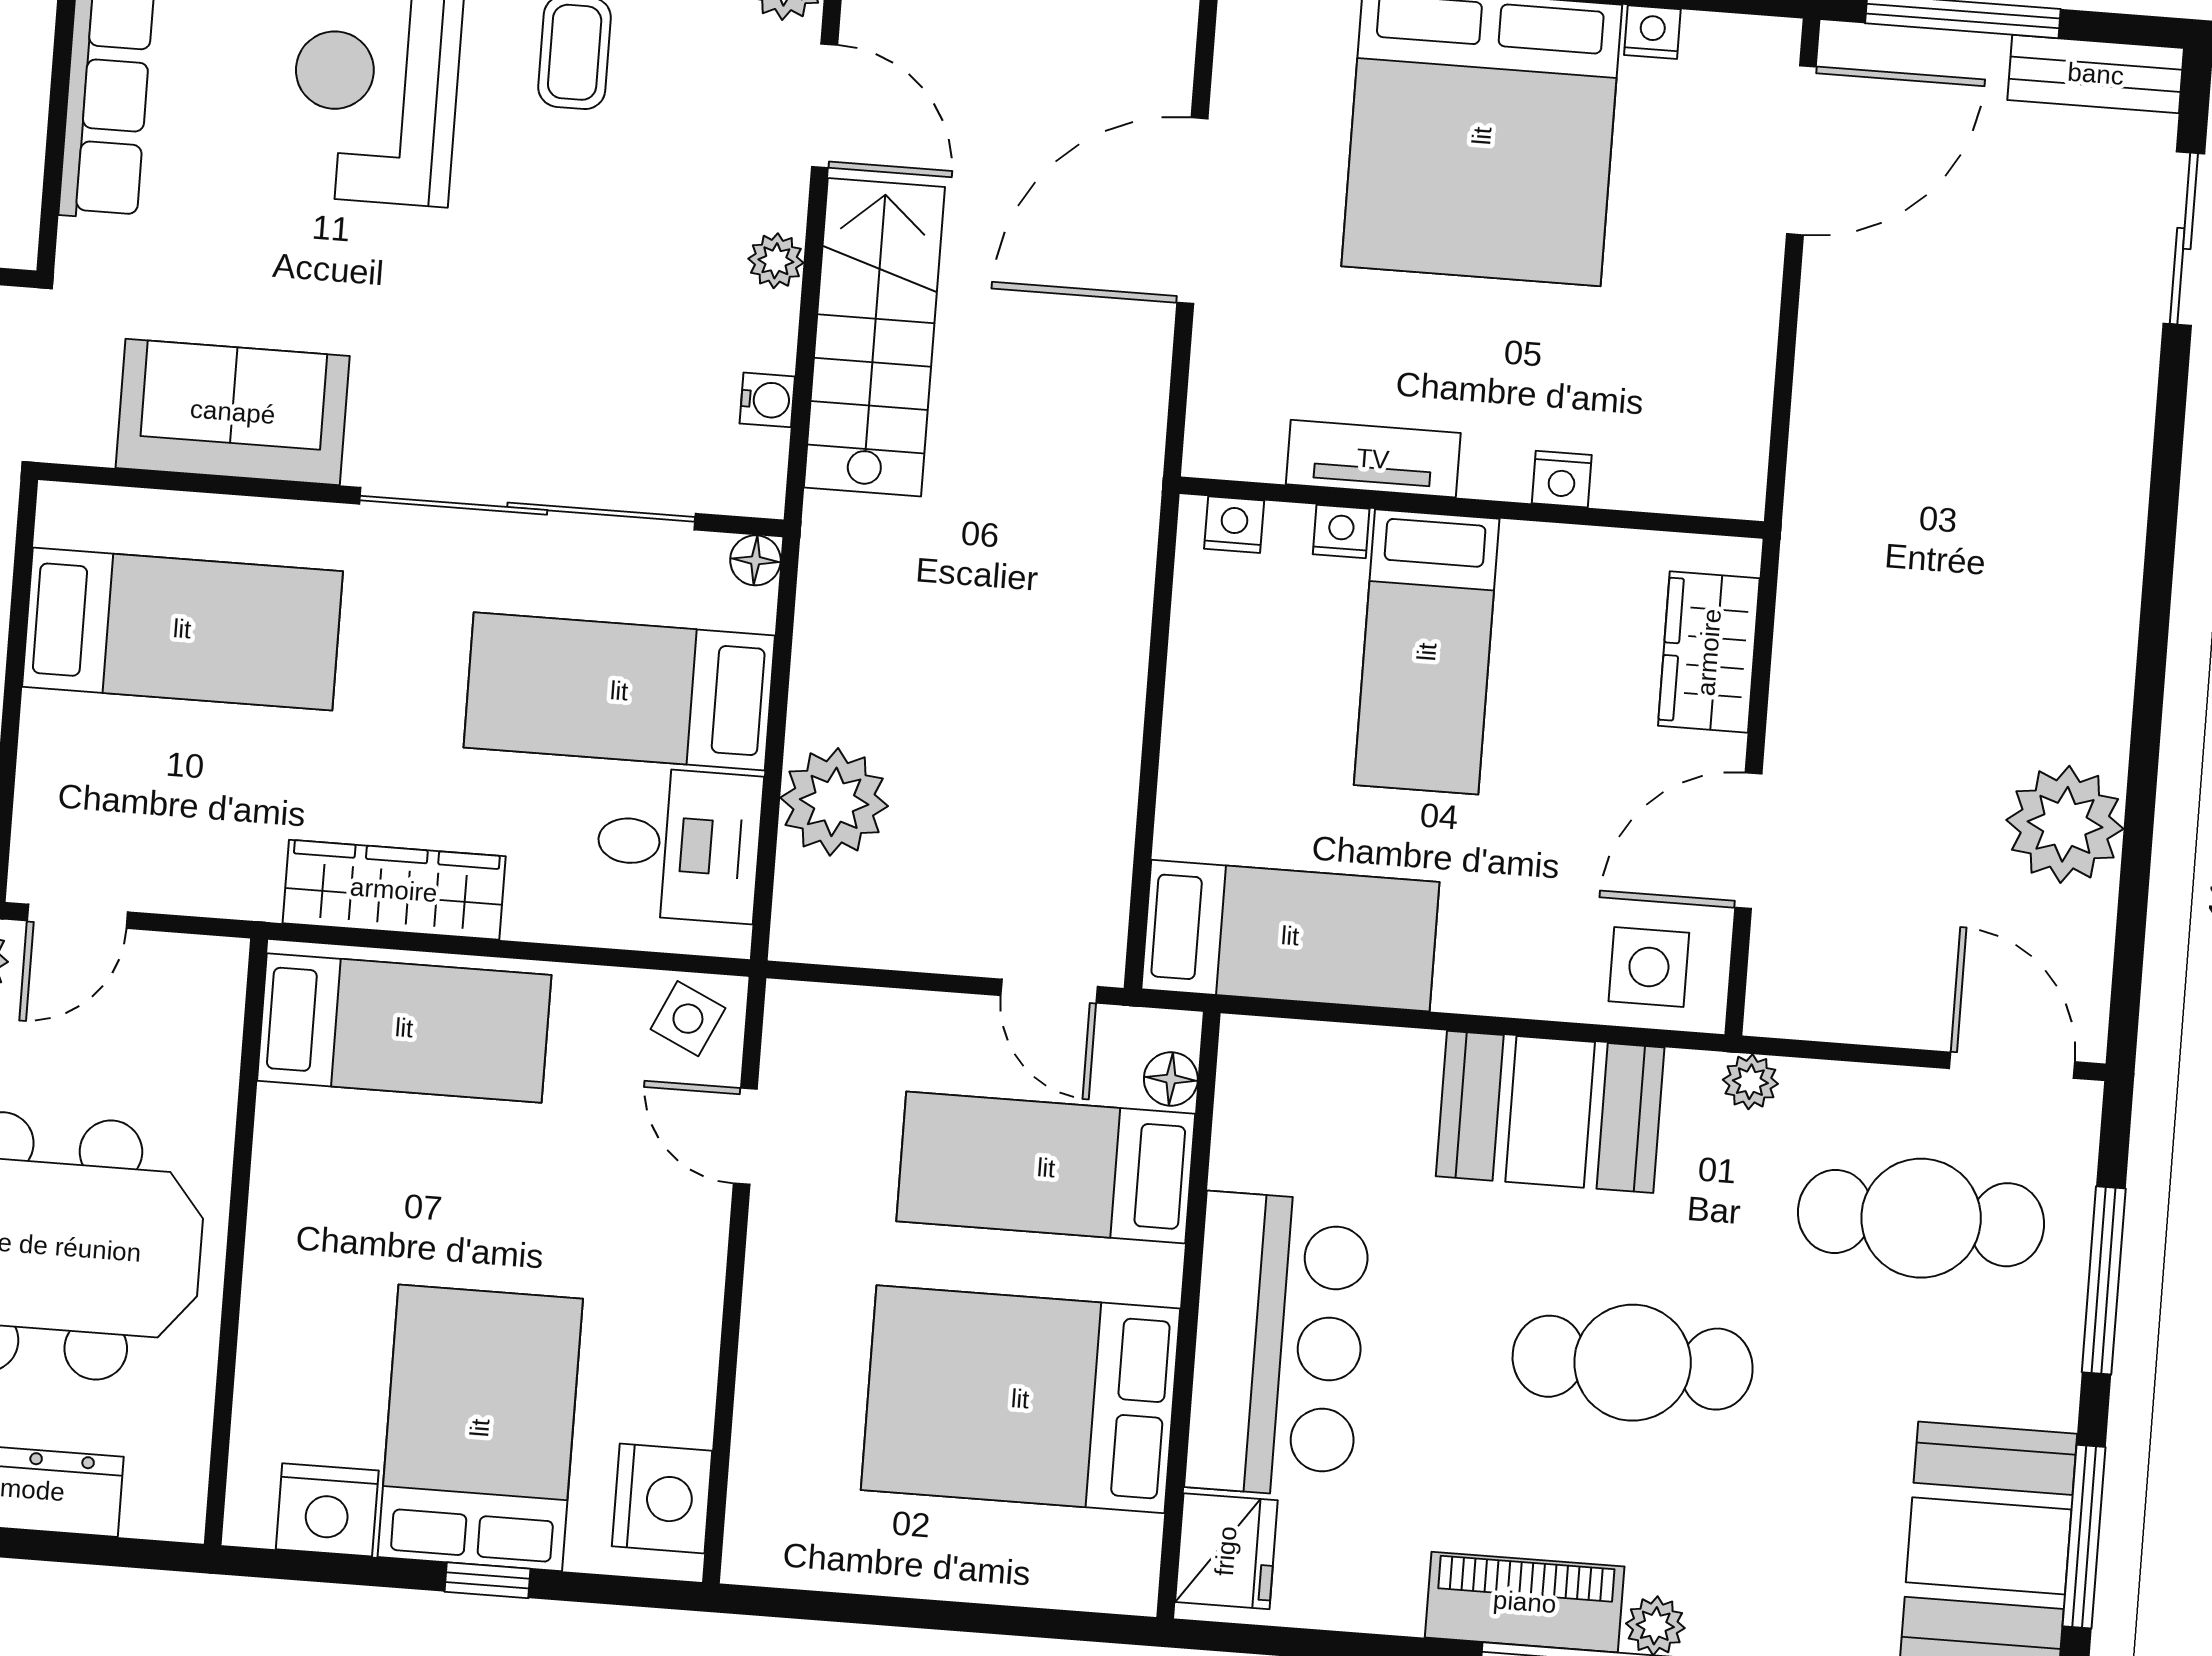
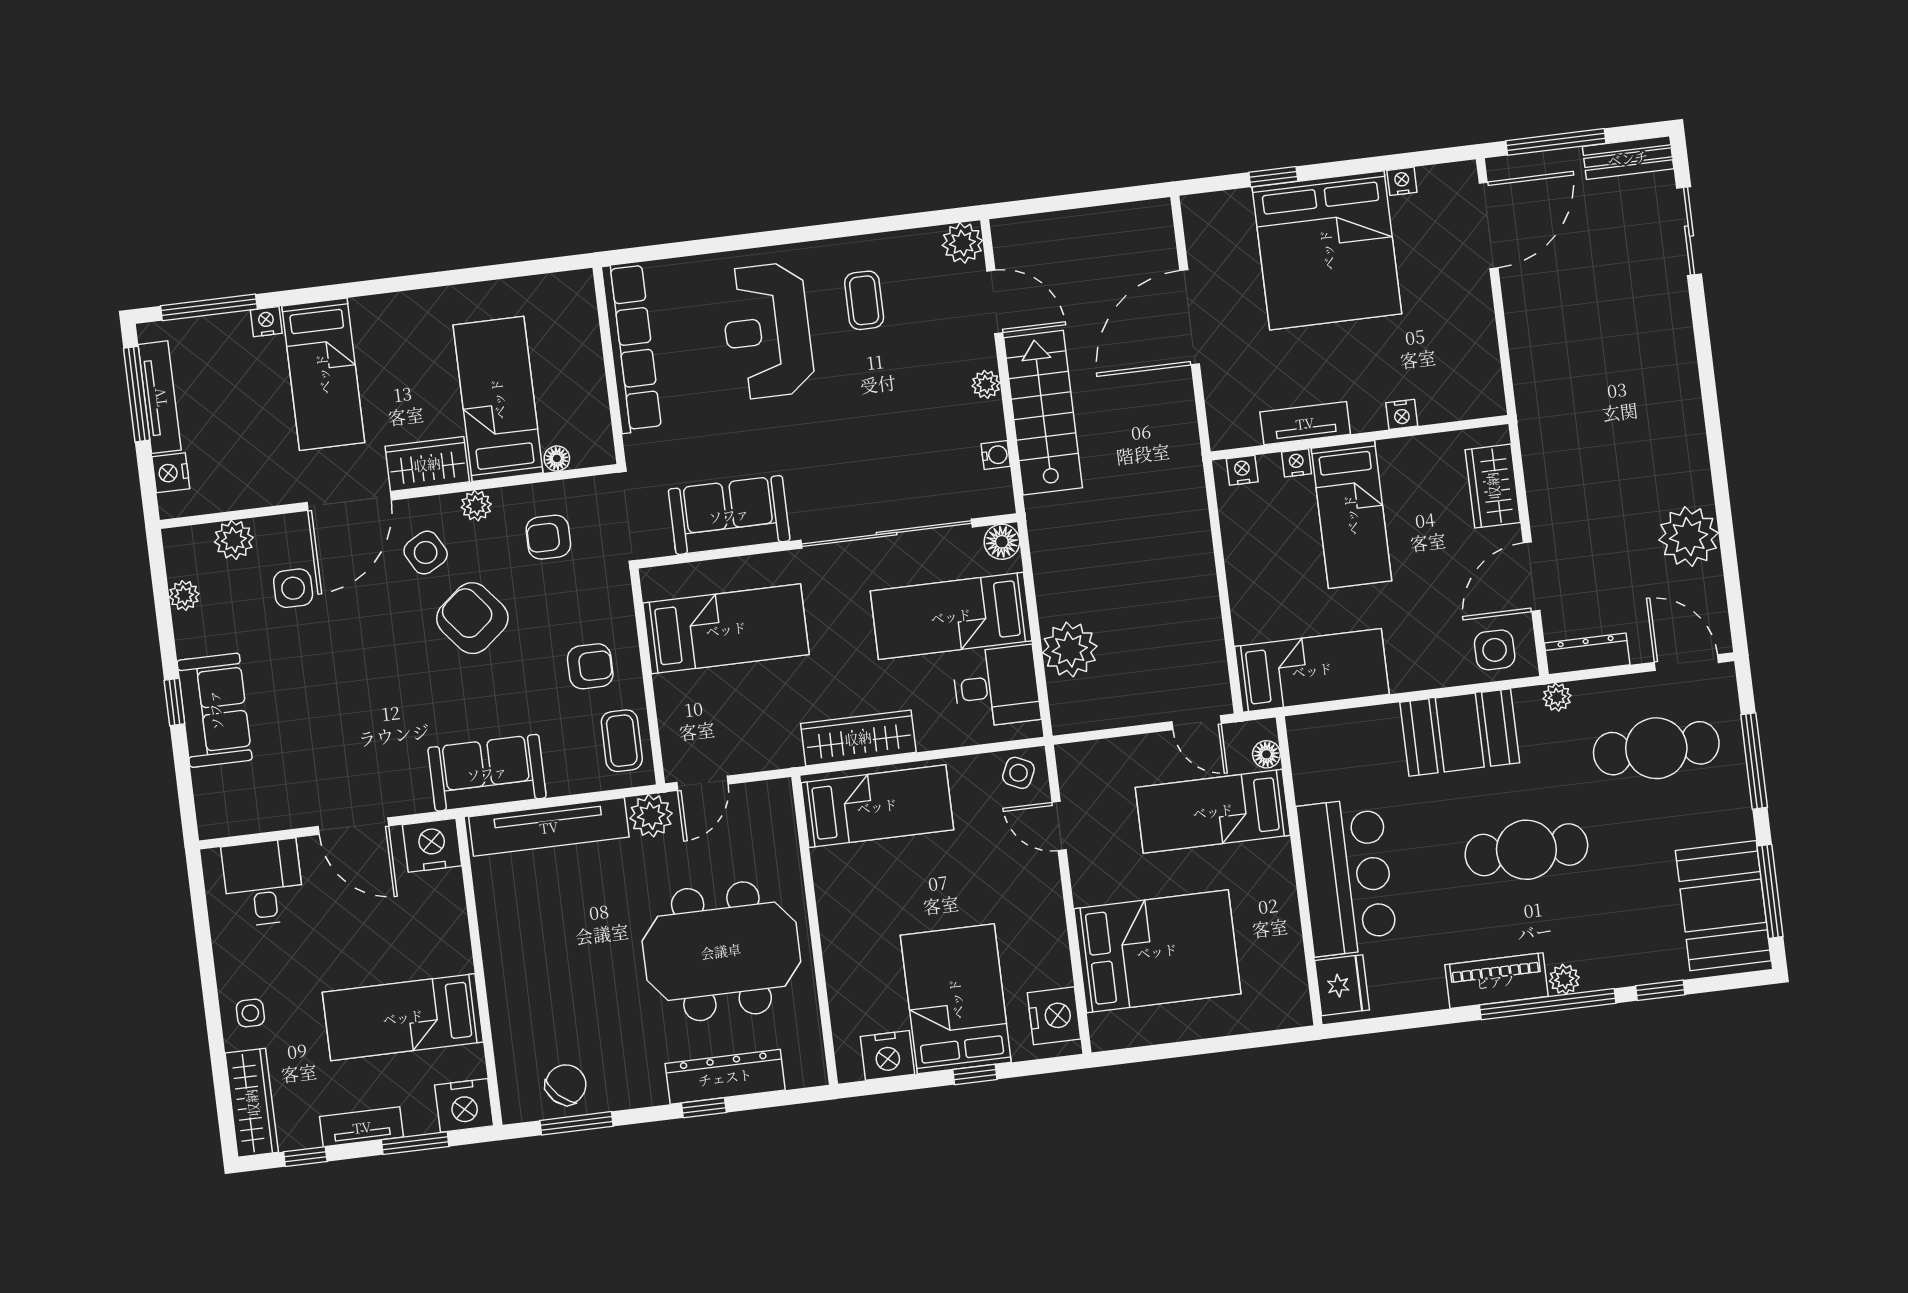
floor lamp: (755, 560) -> (1002, 542), width x1.37, depth x1.37
dresser: (1825, 1010) -> (1587, 654), added
bed: (1020, 1399) -> (1157, 951), moved, turned 180

